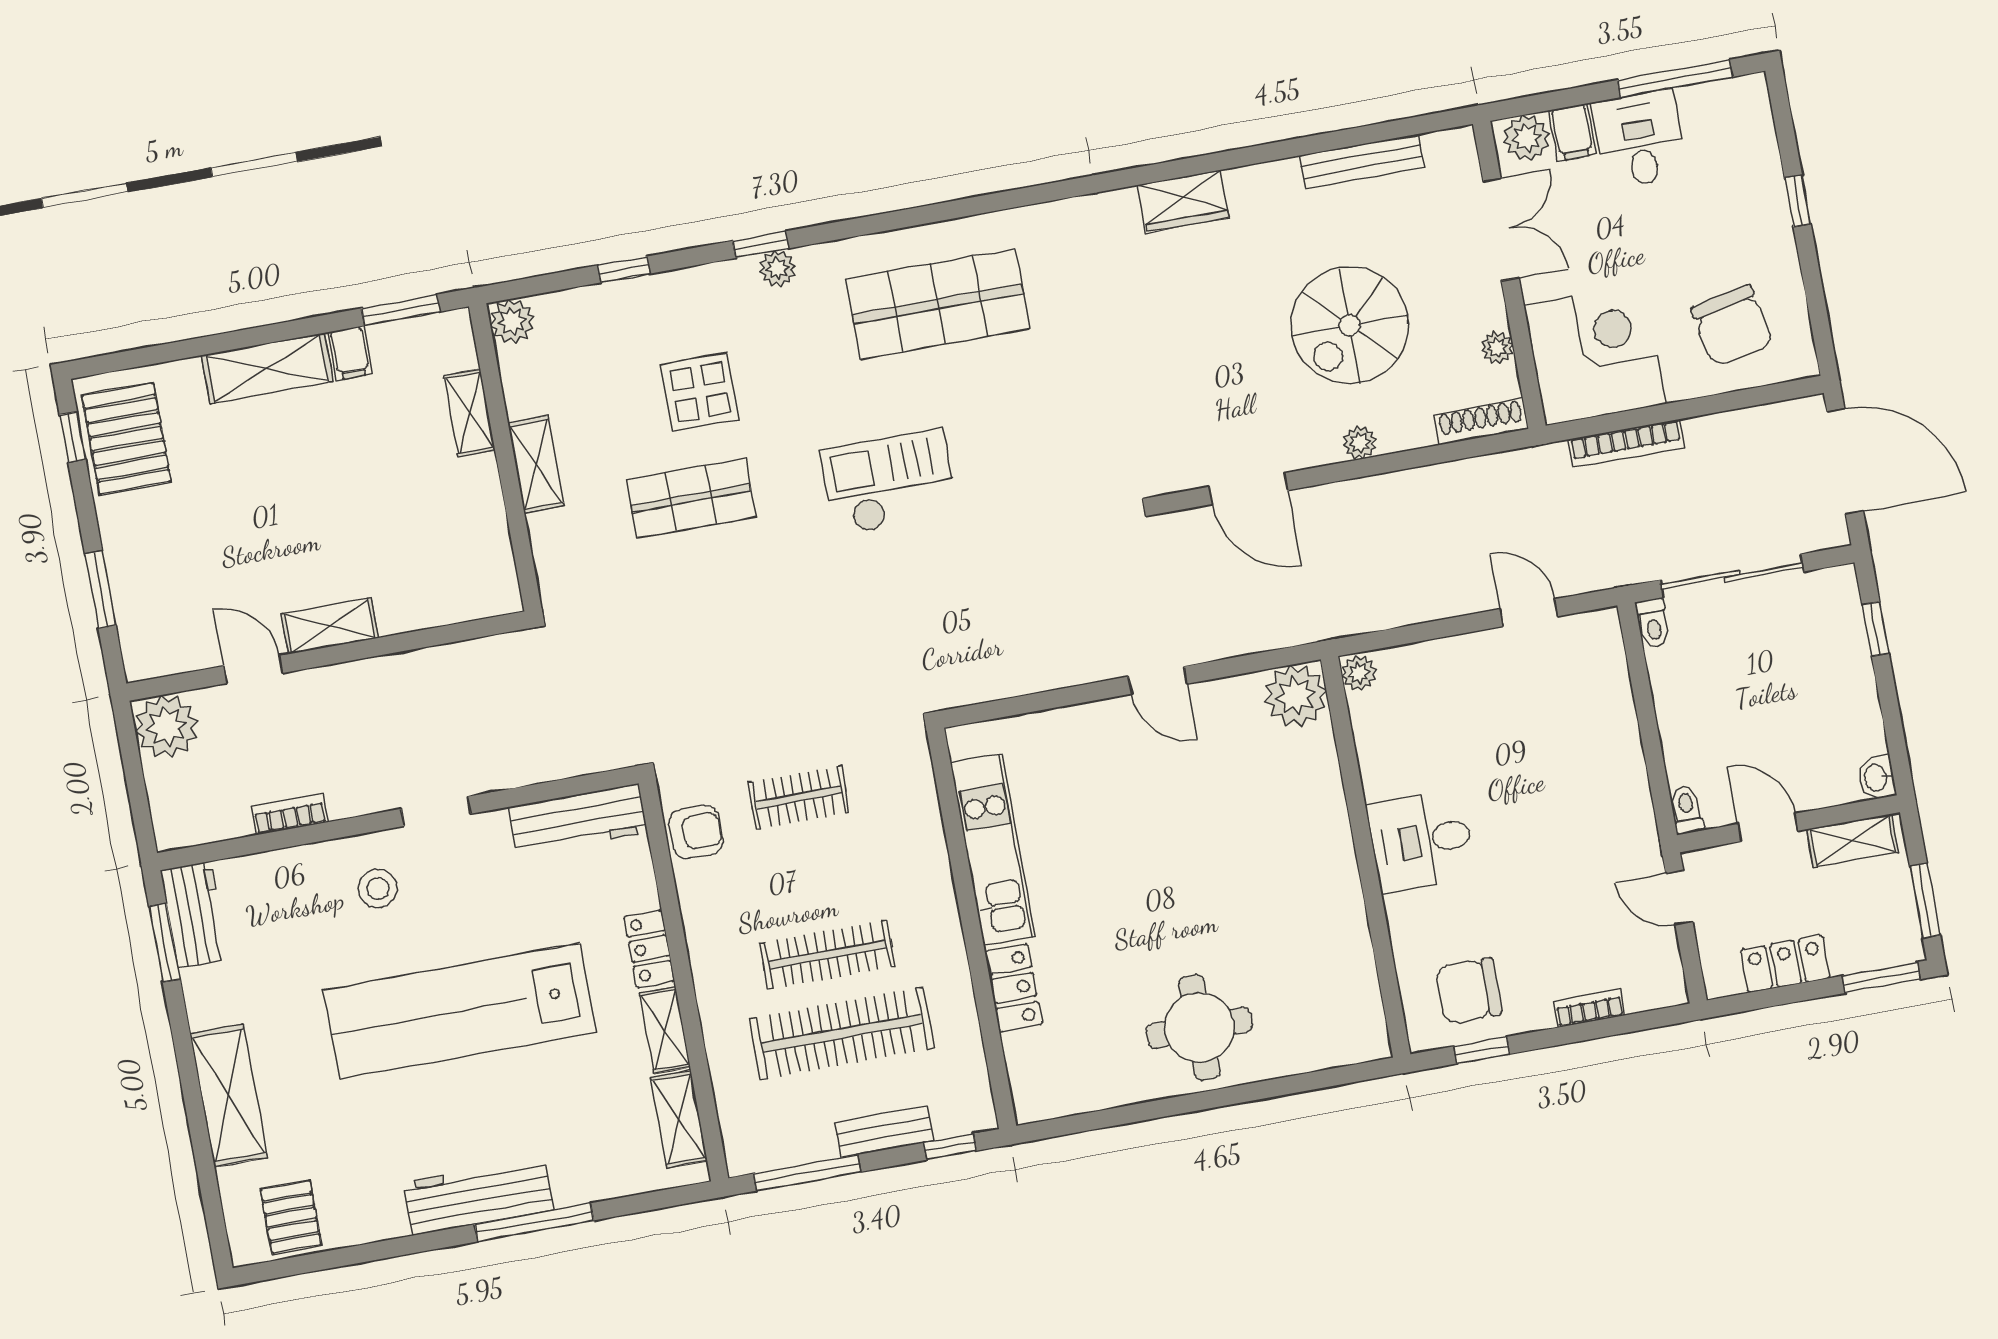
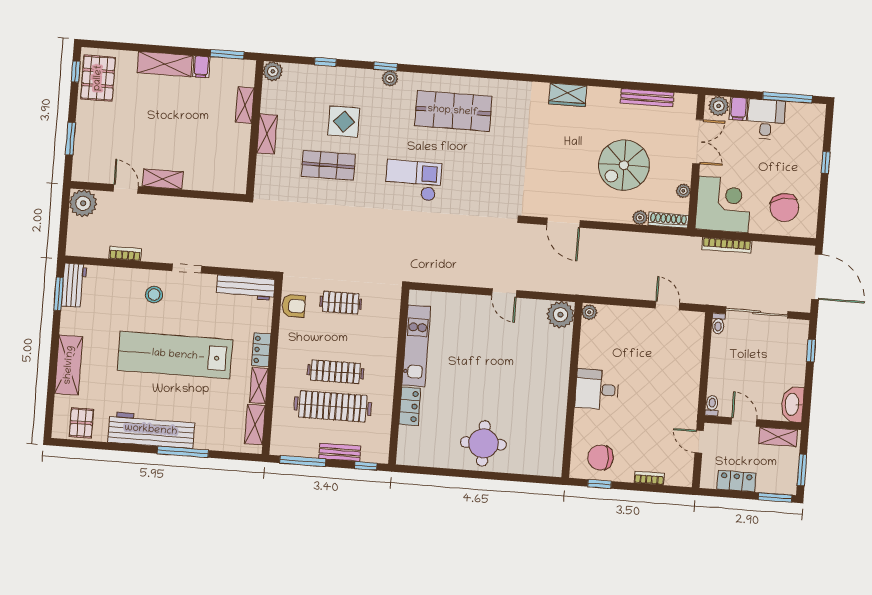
plant: (1360, 443) -> (640, 217), moved
washbasin: (1876, 778) -> (792, 404), width x1.91, depth x1.45
workbench: (478, 1196) -> (151, 430), width x1.36, depth x1.32

